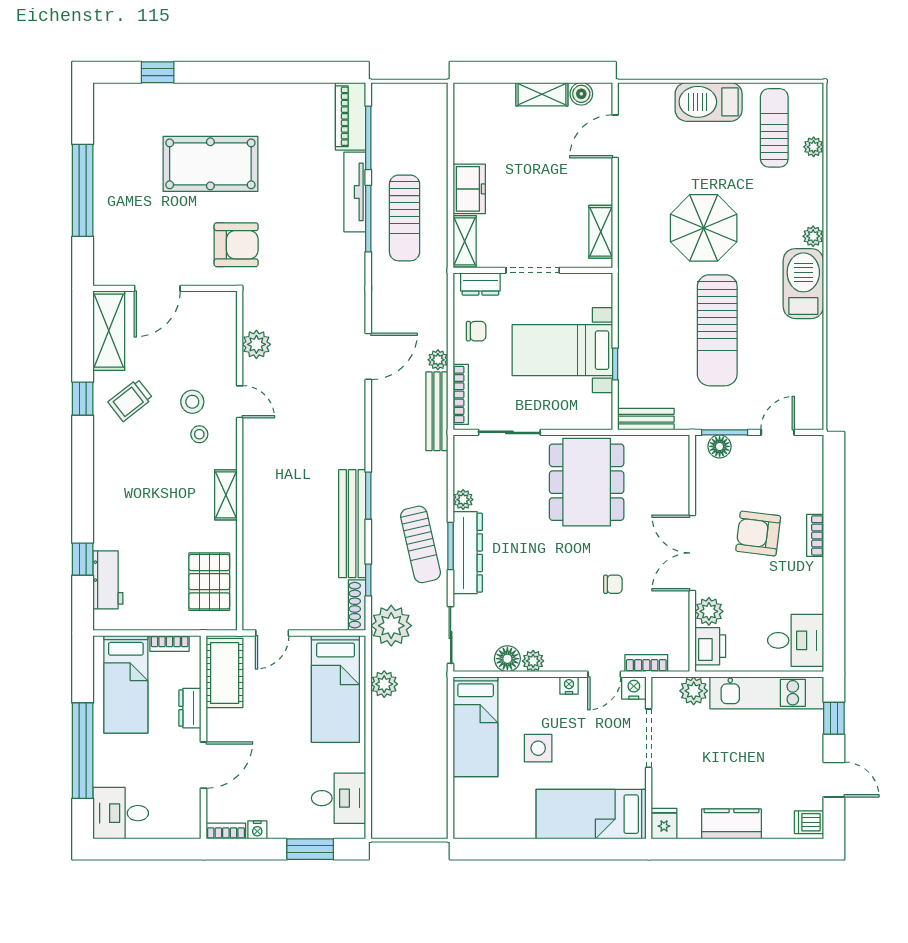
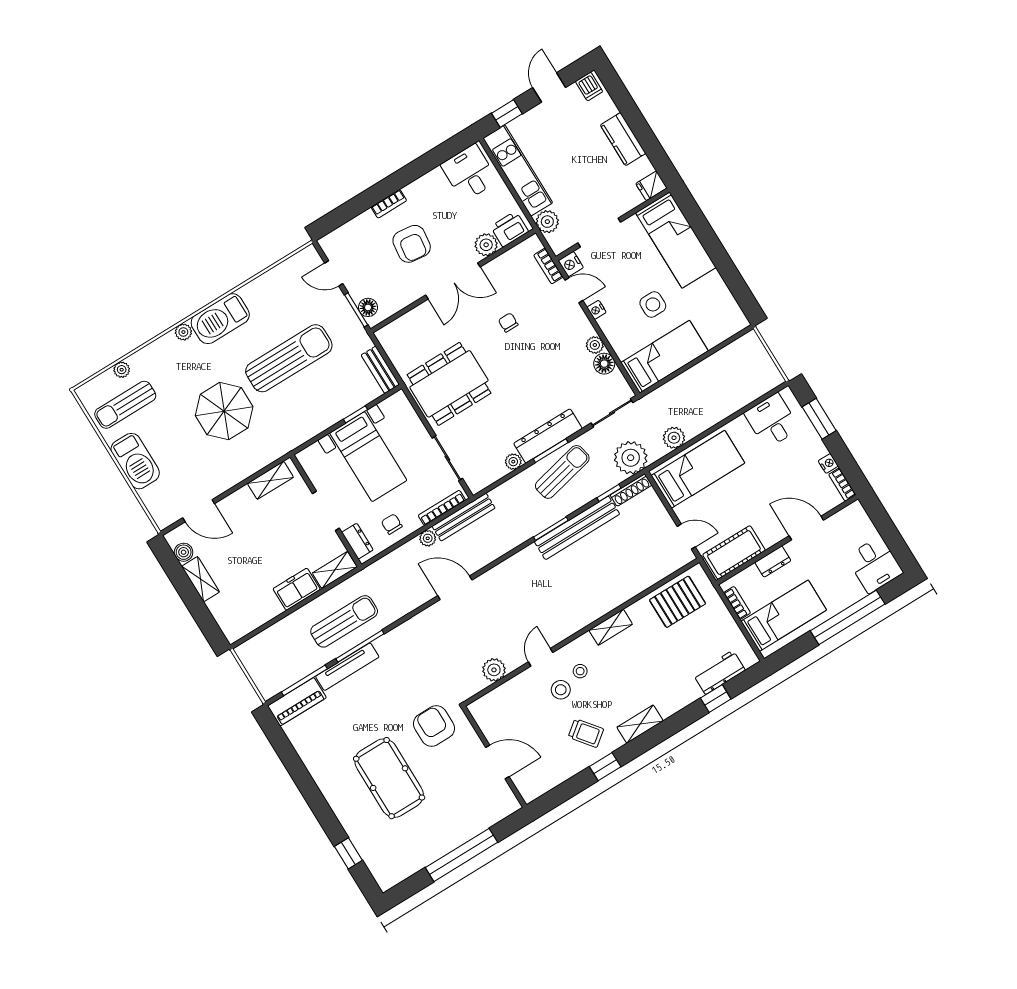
shelving: (109, 331) -> (640, 724), moved, width x0.67, depth x0.75

